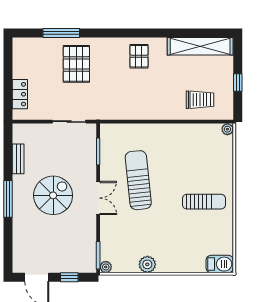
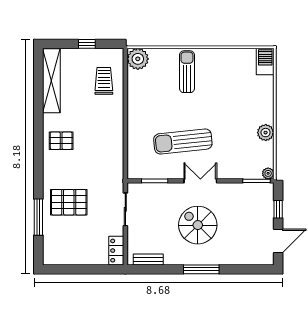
locker: (20, 94) -> (116, 251), moved, turned -90
plant: (227, 129) -> (138, 59), width x1.87, depth x1.87
bench: (18, 159) -> (148, 259), moved
sun lounger: (204, 202) -> (187, 72), moved

